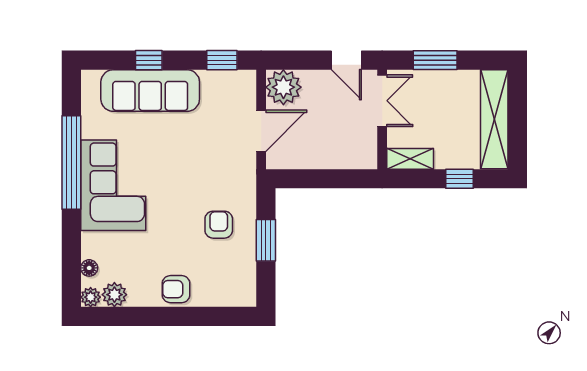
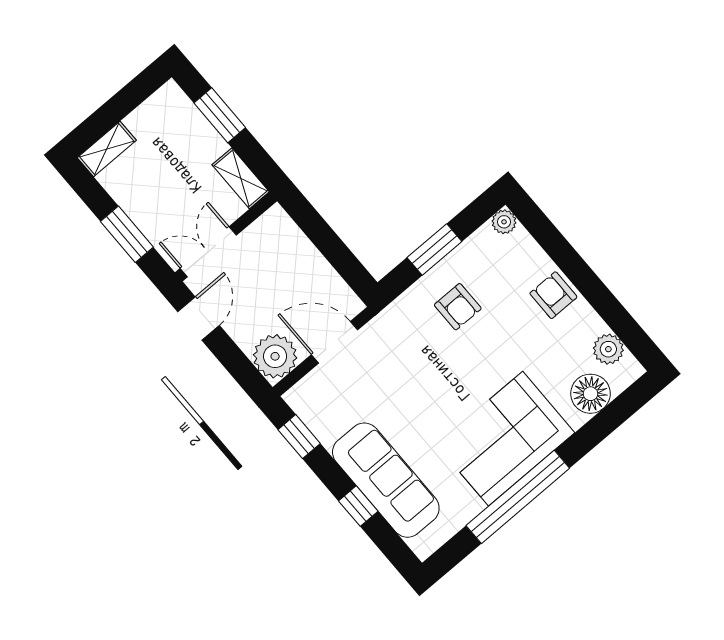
shelving: (494, 119) -> (107, 149), width x0.45, depth x0.75
window: (460, 179) -> (220, 115), width x1.50
armchair: (219, 225) -> (458, 307), turned -90
floor lamp: (89, 268) -> (590, 394), width x1.89, depth x1.89
armchair: (176, 289) -> (553, 295), turned 180
plant: (91, 297) -> (504, 222), moved

